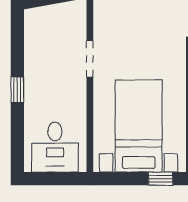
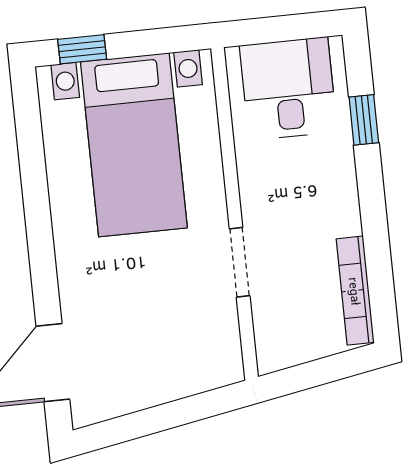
bookcase: (31, 38) -> (355, 291), added
window: (17, 90) -> (364, 120), moved

